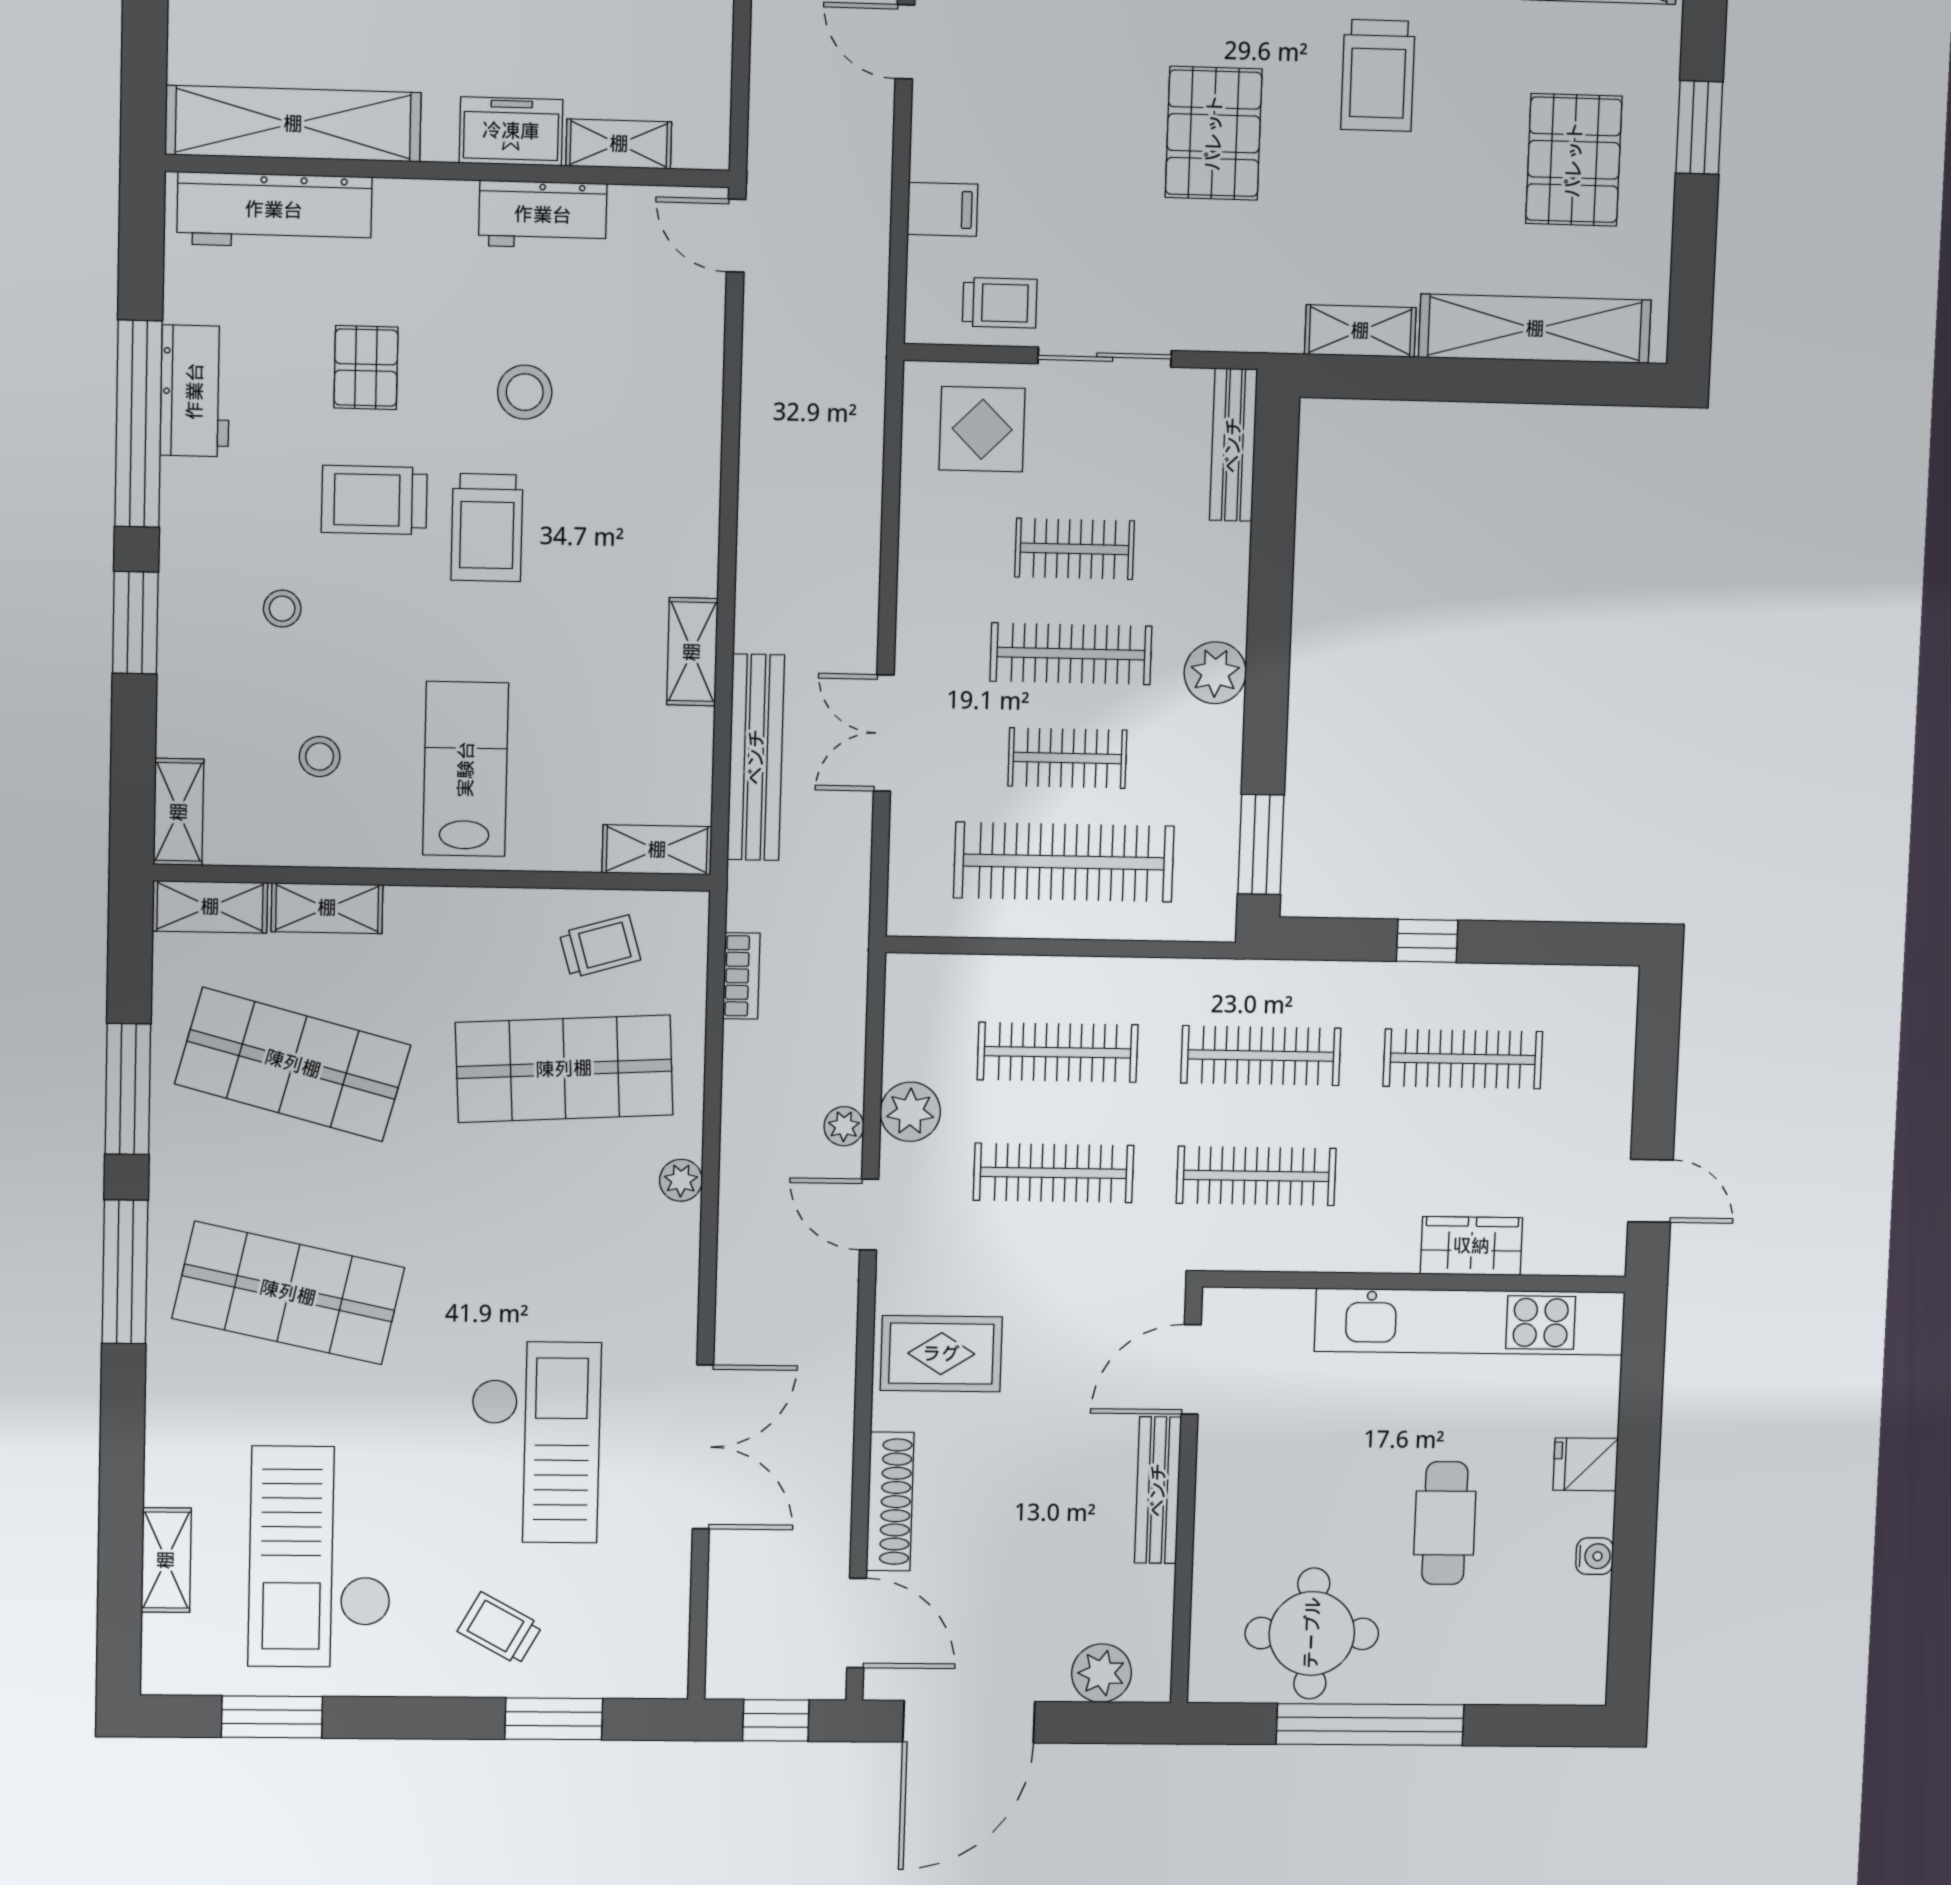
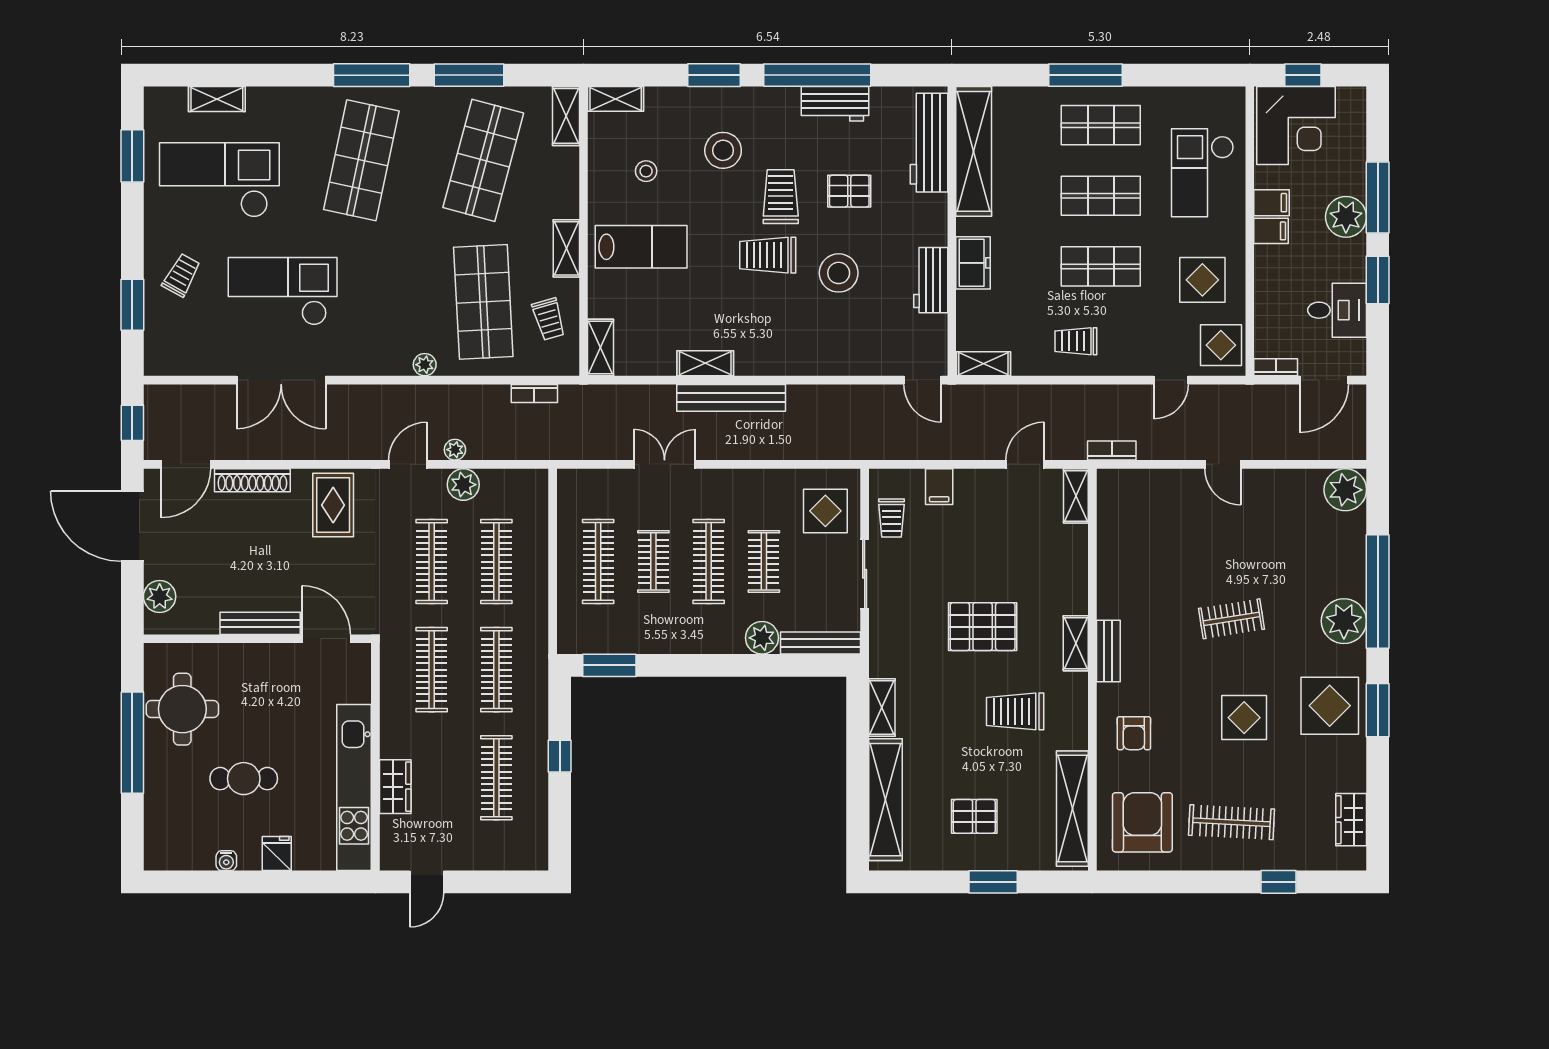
shelving: (619, 144) -> (983, 364), moved, turned 90
pallet: (1574, 160) -> (974, 816), width x0.67, depth x0.71
door: (736, 236) -> (923, 380), swing flipped
stool: (525, 392) -> (839, 273), width x1.38, depth x1.38
stool: (282, 609) -> (723, 150), width x1.89, depth x1.89
plant: (1215, 673) -> (762, 638), moved
bench: (756, 757) -> (731, 398), moved
clothes rail: (1064, 862) -> (598, 561), width x0.73, depth x0.76
shelving: (327, 908) -> (566, 248), moved
checkout: (535, 1442) -> (283, 291), turned 180

